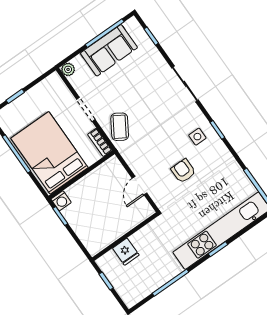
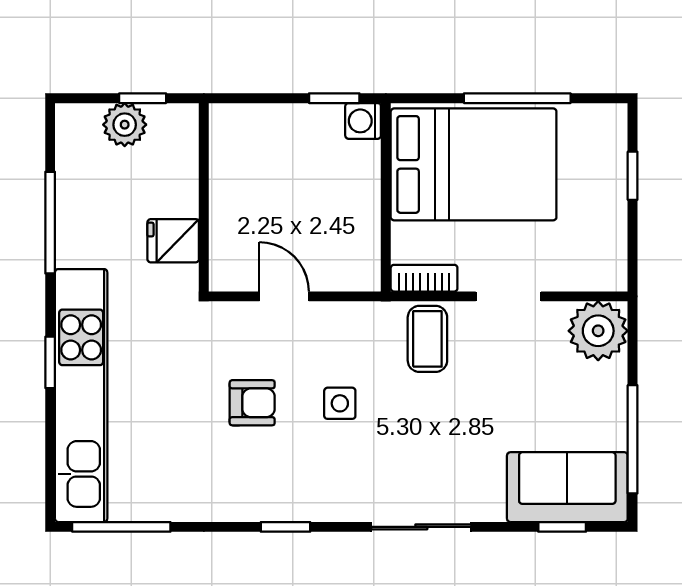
sofa: (109, 50) -> (567, 487), moved, turned 90
plant: (68, 69) -> (598, 331), width x1.88, depth x1.88
coffee table: (120, 127) -> (427, 339), turned 58
side table: (197, 137) -> (340, 403), moved
fridge: (126, 252) -> (173, 241), moved
plant: (119, 281) -> (125, 125), added

